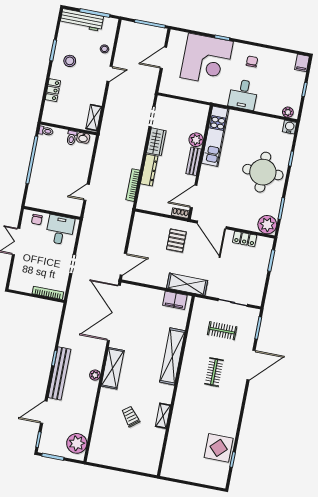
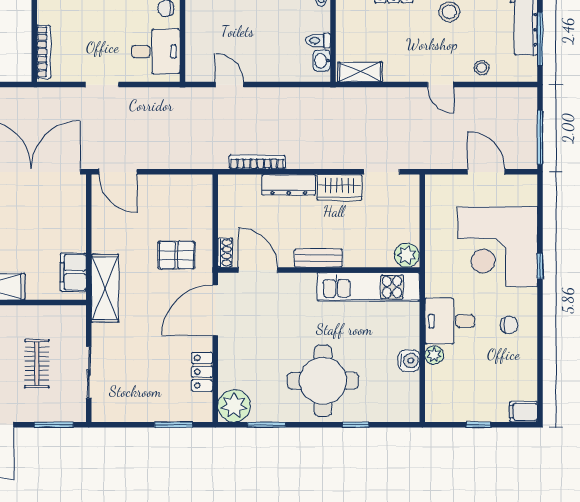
plant: (288, 112) -> (434, 355), moved
water cooler: (290, 127) -> (409, 361), moved
plant: (196, 140) -> (407, 255), moved

